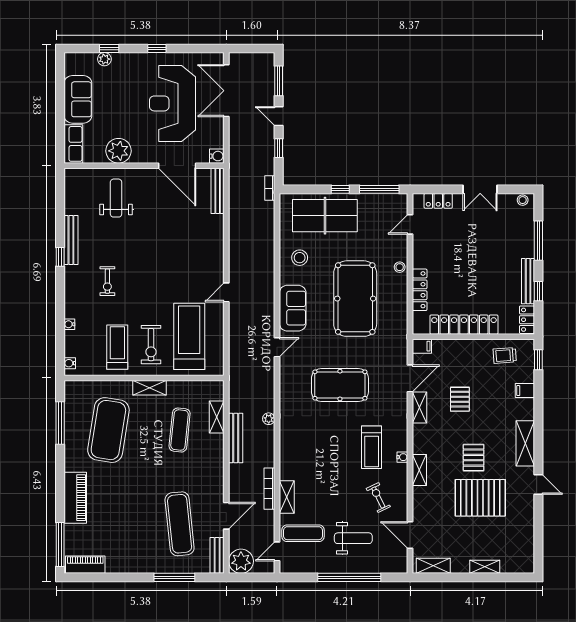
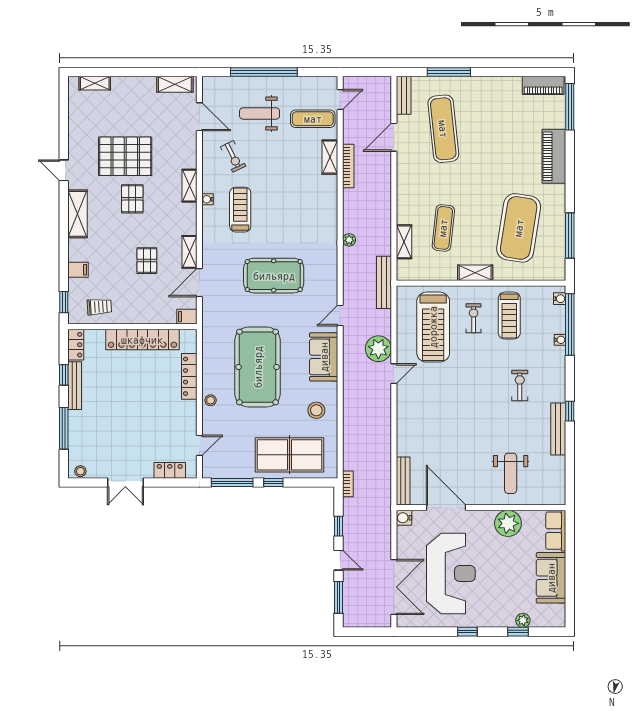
double door: (480, 189) -> (125, 482), swing flipped
window: (60, 339) -> (570, 325), added
exercise bike: (151, 345) -> (474, 318), width x0.73, depth x0.72
bench: (236, 438) -> (384, 282), moved
plant: (241, 561) -> (378, 349), moved
shelving: (485, 567) -> (95, 83), moved

